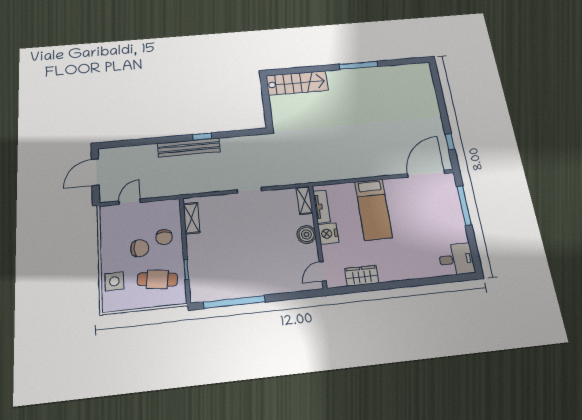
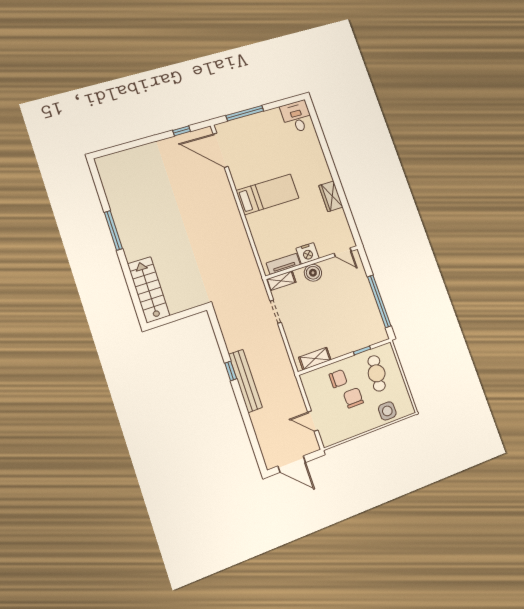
shelving: (304, 200) -> (281, 281), moved
tv unit: (322, 206) -> (283, 264), moved
boiler: (306, 234) -> (313, 273), moved
nightstand: (328, 234) -> (308, 253), moved
wall: (318, 236) -> (312, 262), moved
door: (323, 271) -> (343, 252), moved

